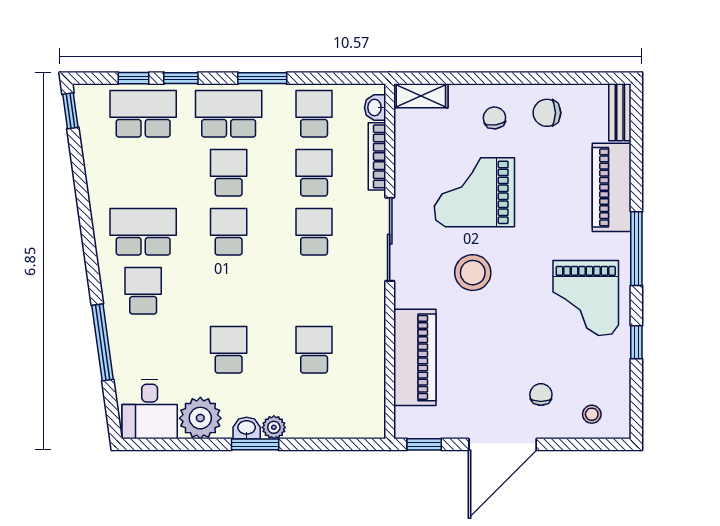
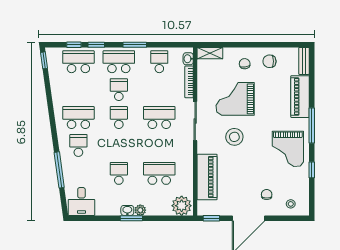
school desk: (314, 173) -> (159, 90), removed
school desk: (314, 232) -> (159, 118), width x1.85
school desk: (314, 350) -> (159, 173), width x1.85
plant: (200, 418) -> (182, 206), moved

